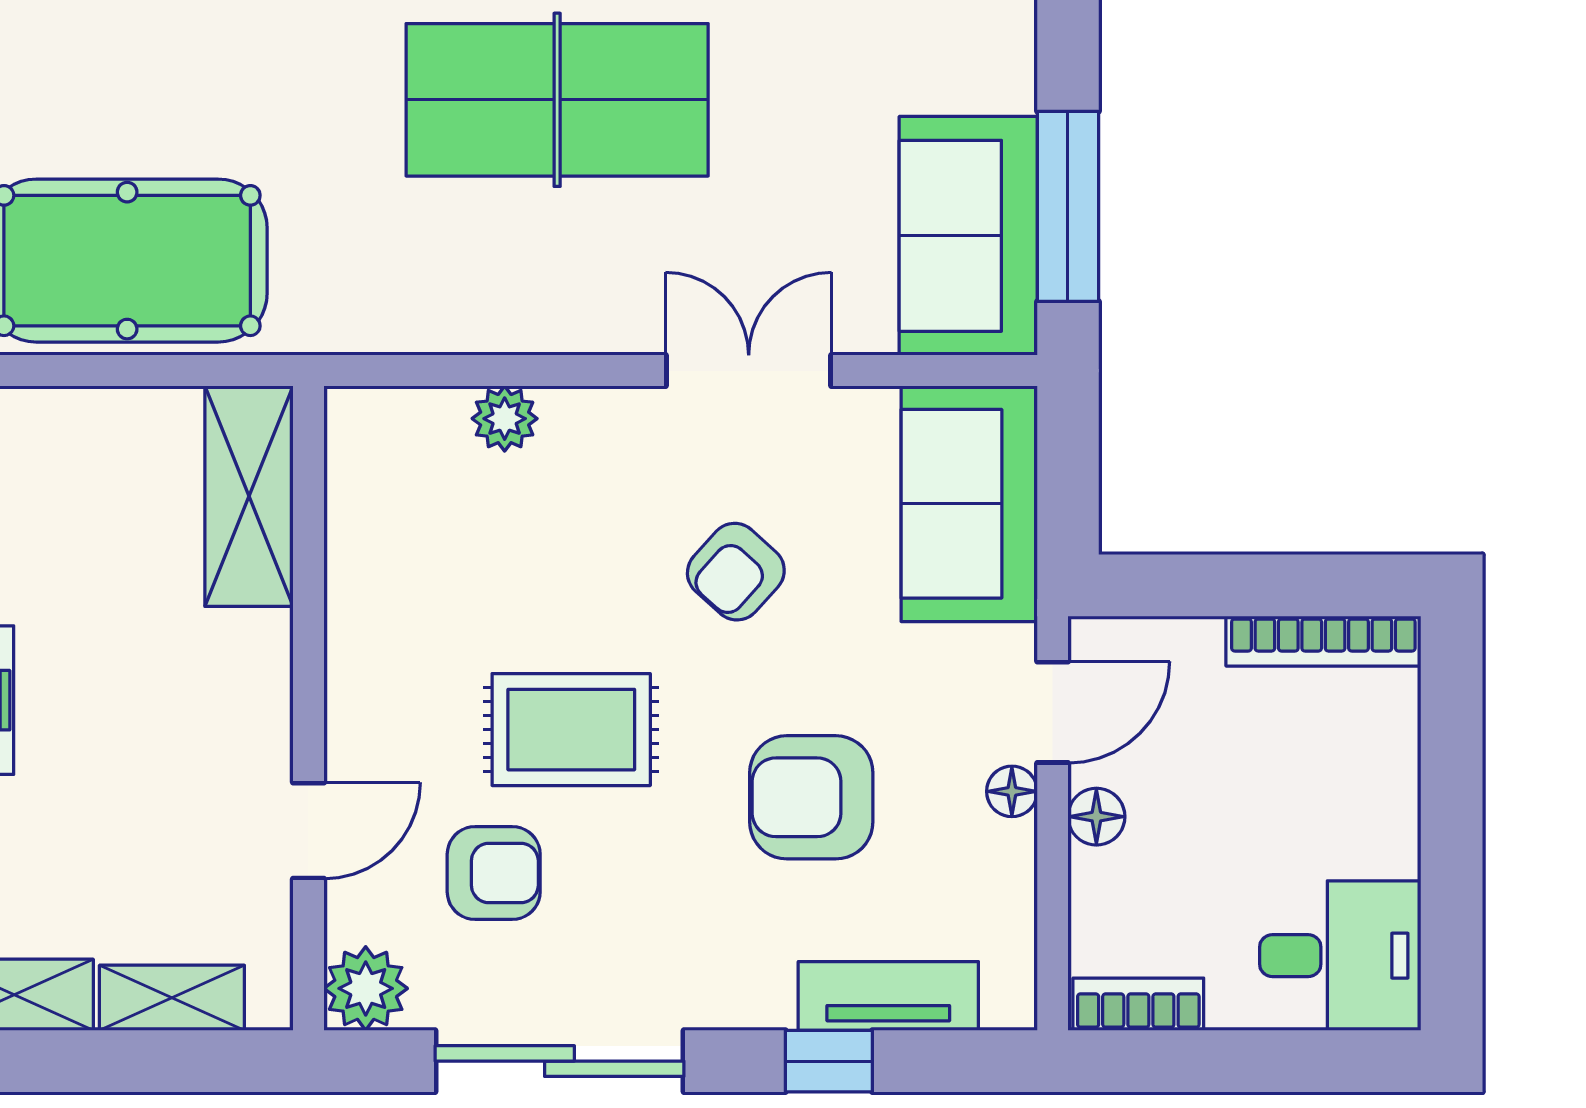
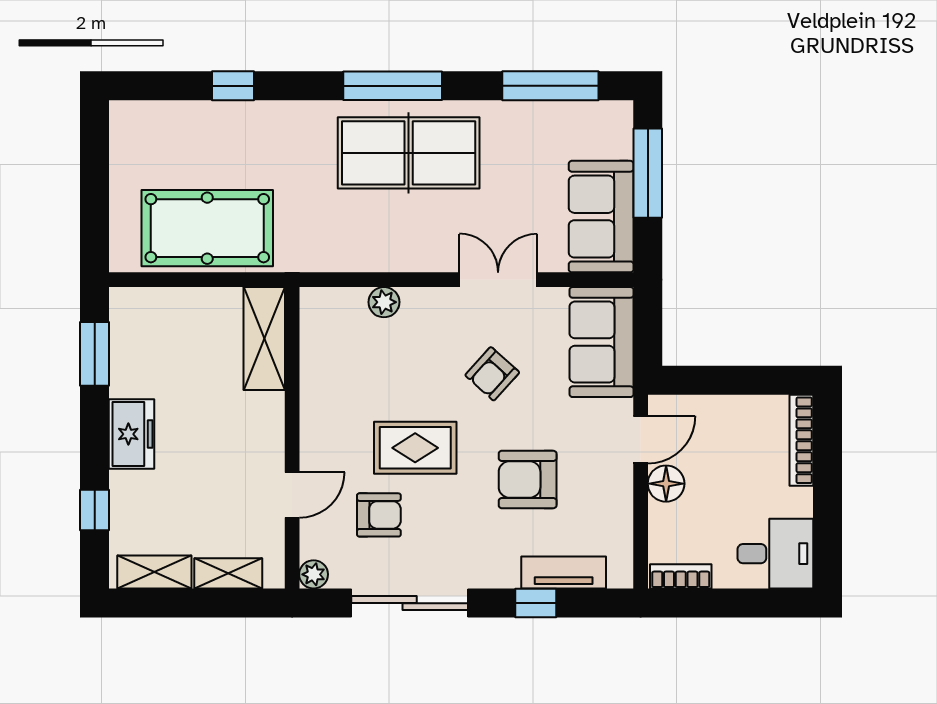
window: (1068, 206) -> (648, 173), moved
bookcase: (1323, 641) -> (801, 440), moved, turned 90
floor lamp: (1012, 791) -> (622, 477), removed
floor lamp: (1096, 817) -> (666, 484), width x1.37, depth x1.37
plant: (366, 988) -> (314, 574), width x0.73, depth x0.73

